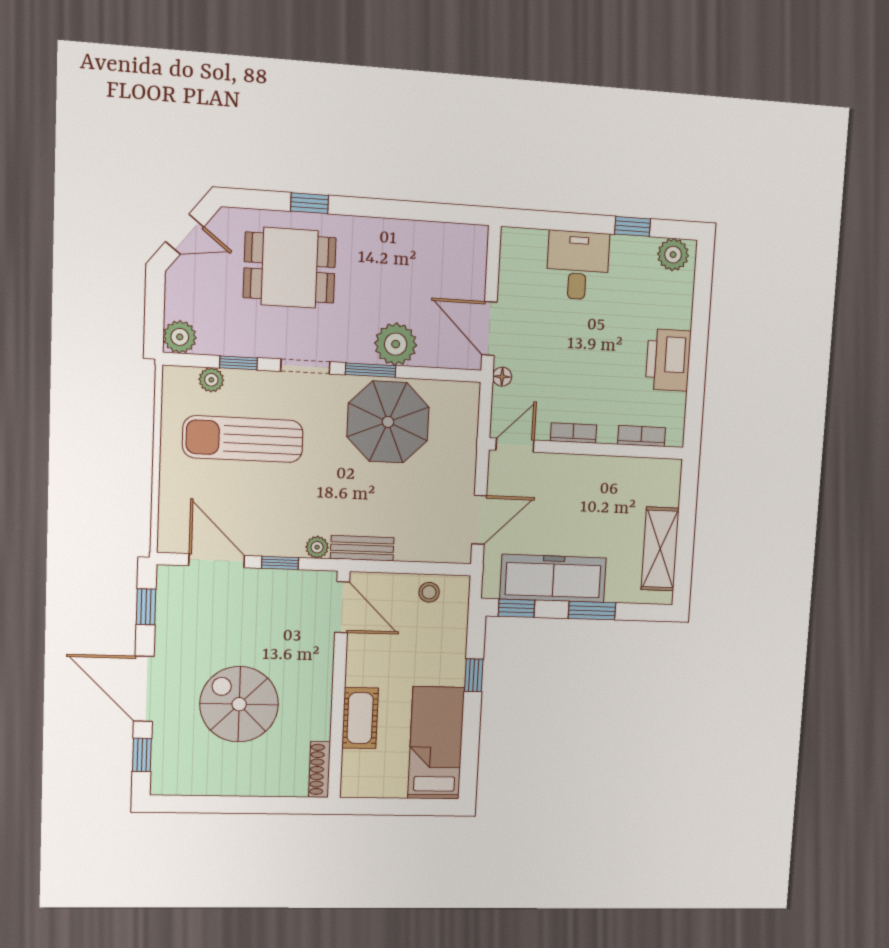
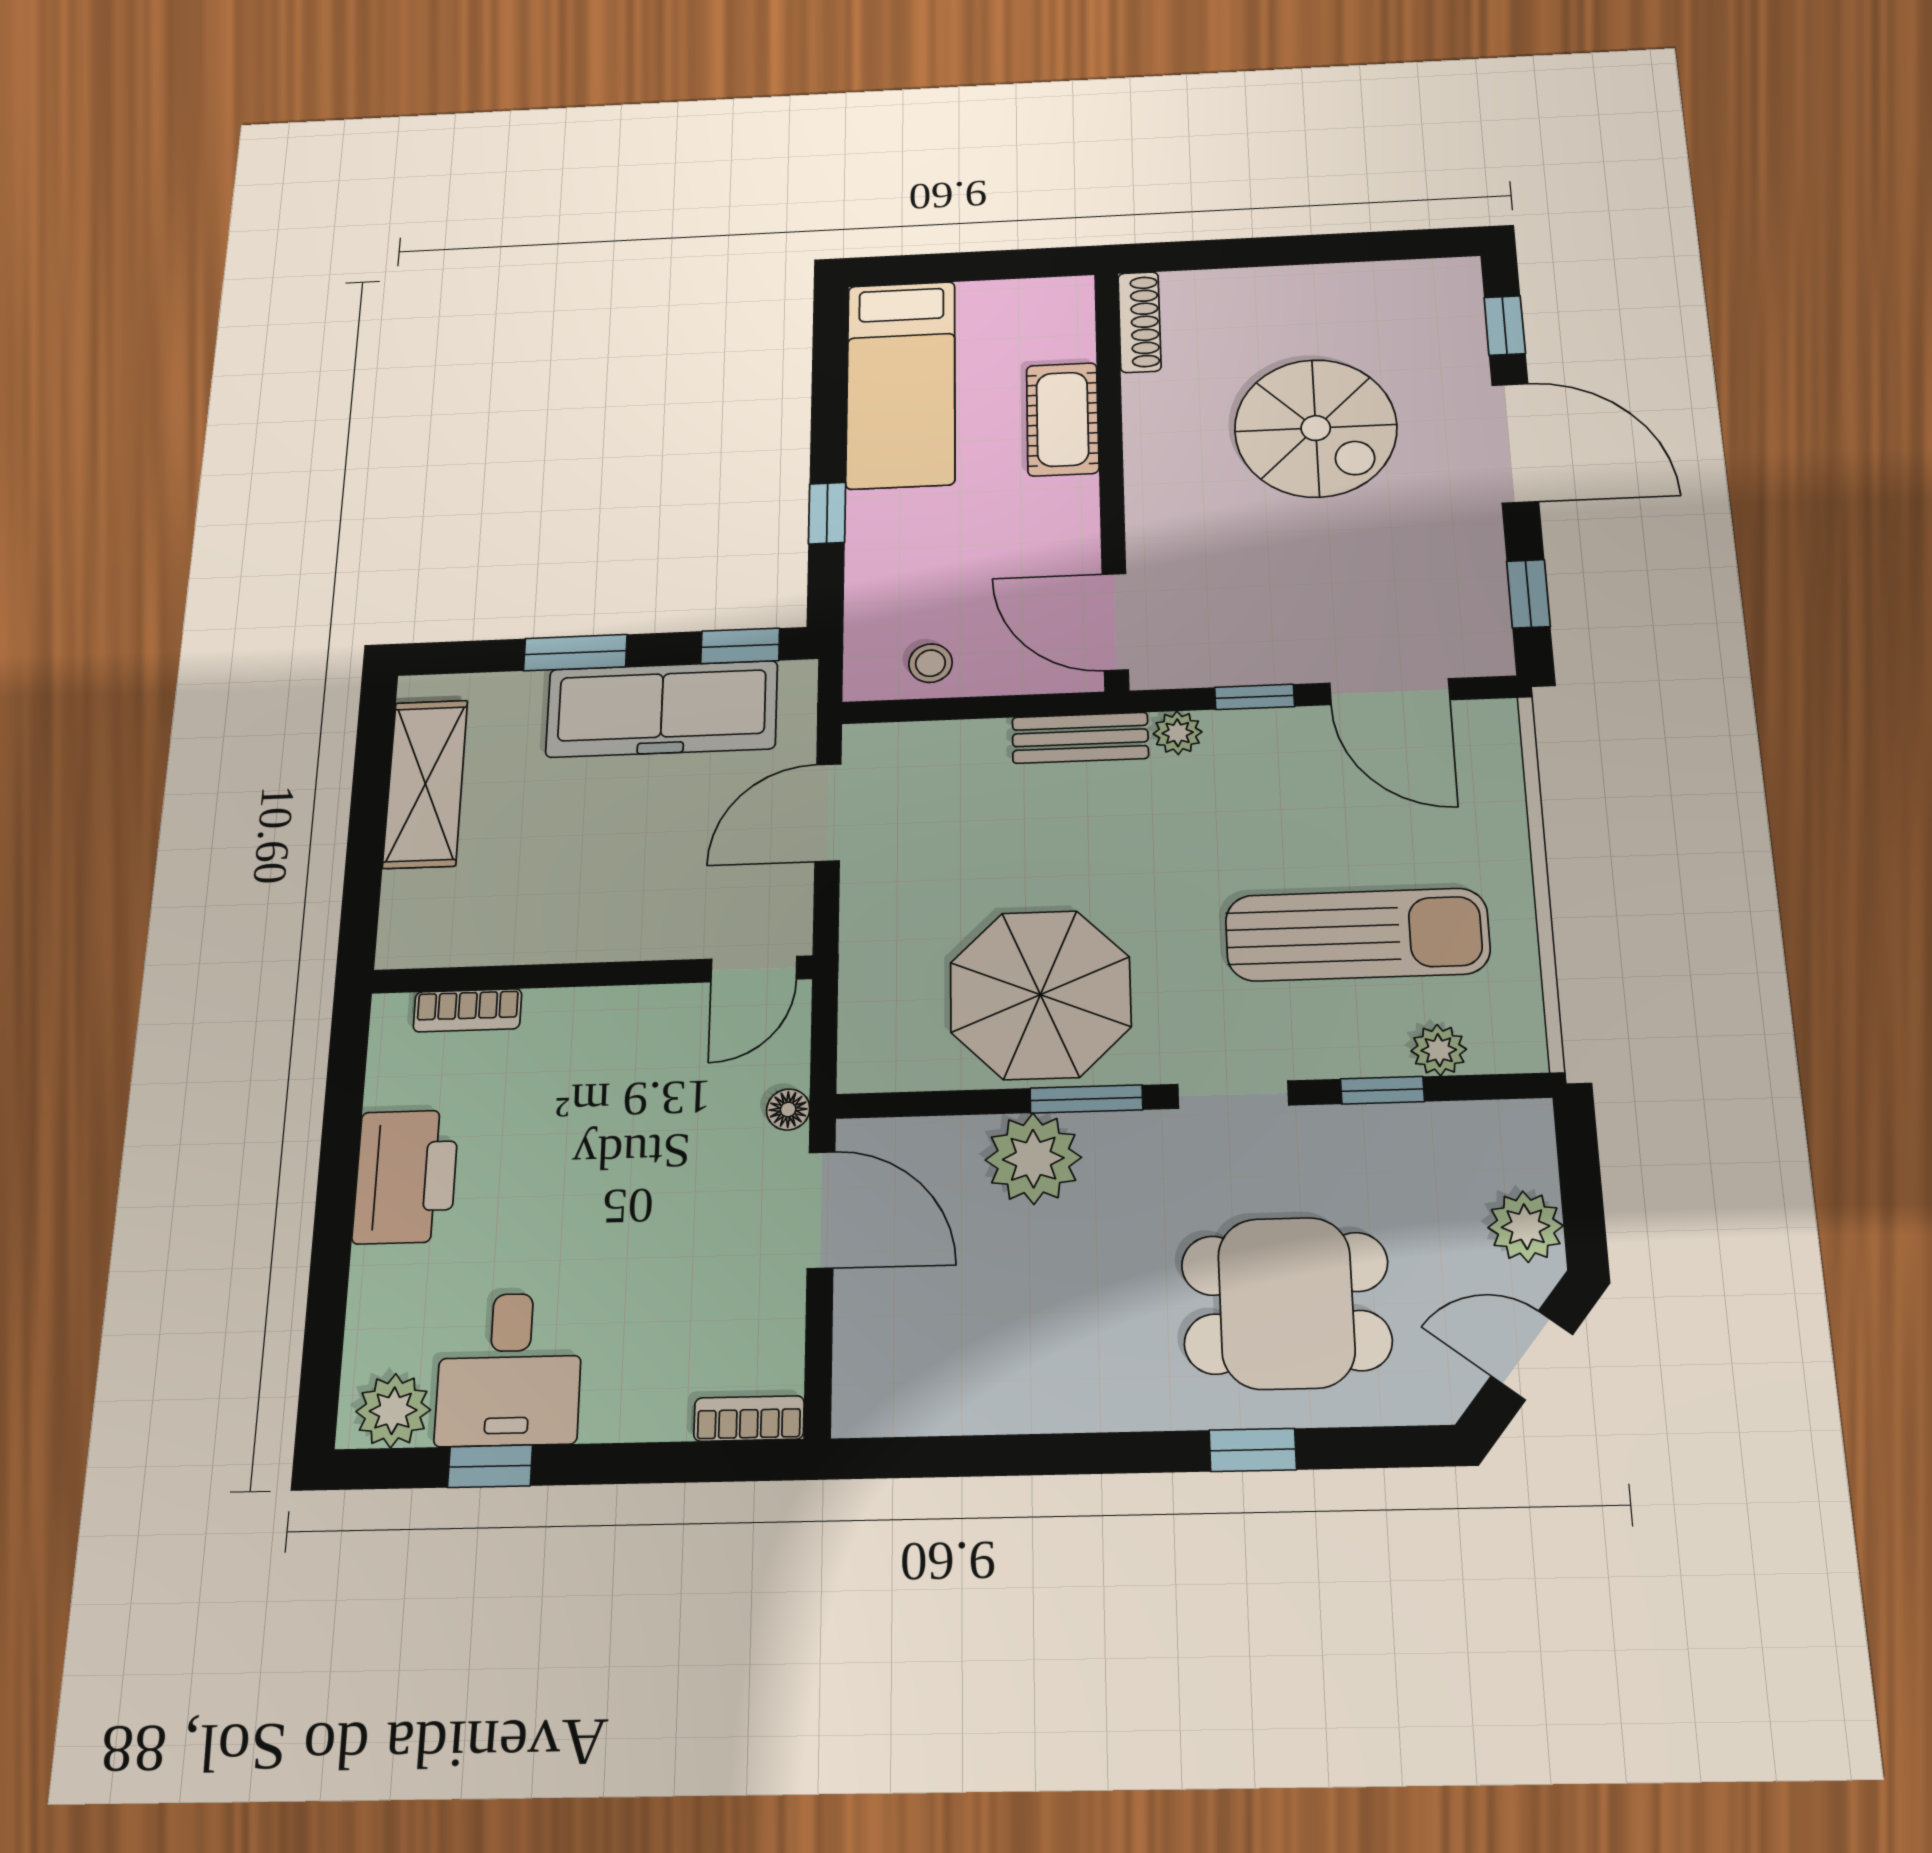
desk: (578, 265) -> (509, 1369), moved
plant: (180, 337) -> (1526, 1227), moved
bookcase: (573, 433) -> (749, 1419), moved, turned 180

